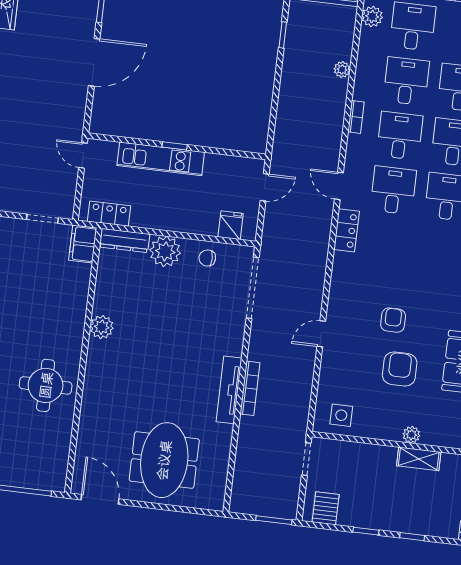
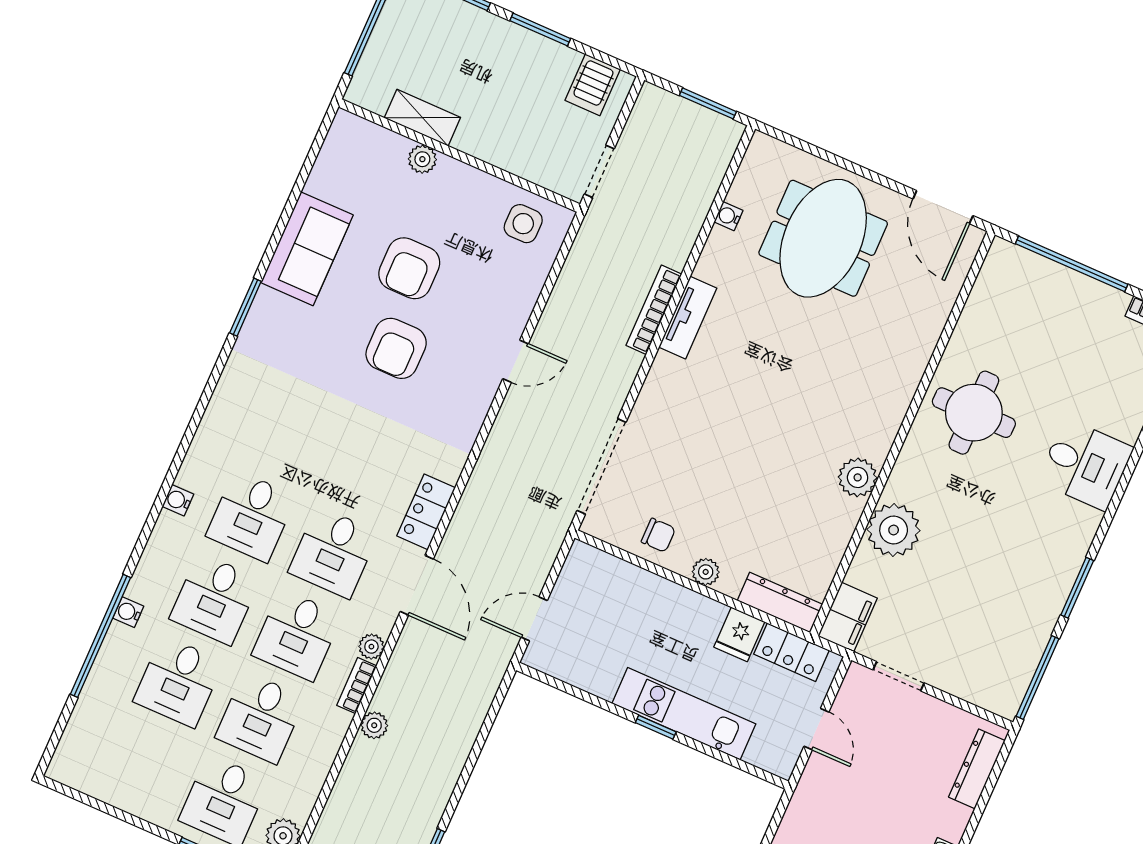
plant: (342, 70) -> (374, 725), moved
plant: (354, 142) -> (371, 647), added
door: (83, 155) -> (816, 729), moved
door: (339, 186) -> (417, 585), width x1.38
fridge: (231, 225) -> (739, 634), moved
plant: (165, 251) -> (706, 572), width x0.53, depth x0.53
plant: (71, 303) -> (894, 530), added
armchair: (393, 320) -> (396, 348), width x1.38, depth x1.38
tv unit: (229, 390) -> (688, 318), width x0.71
water cooler: (223, 456) -> (728, 216), added
window: (274, 520) -> (708, 103), moved
window: (366, 531) -> (540, 30), width x1.50

